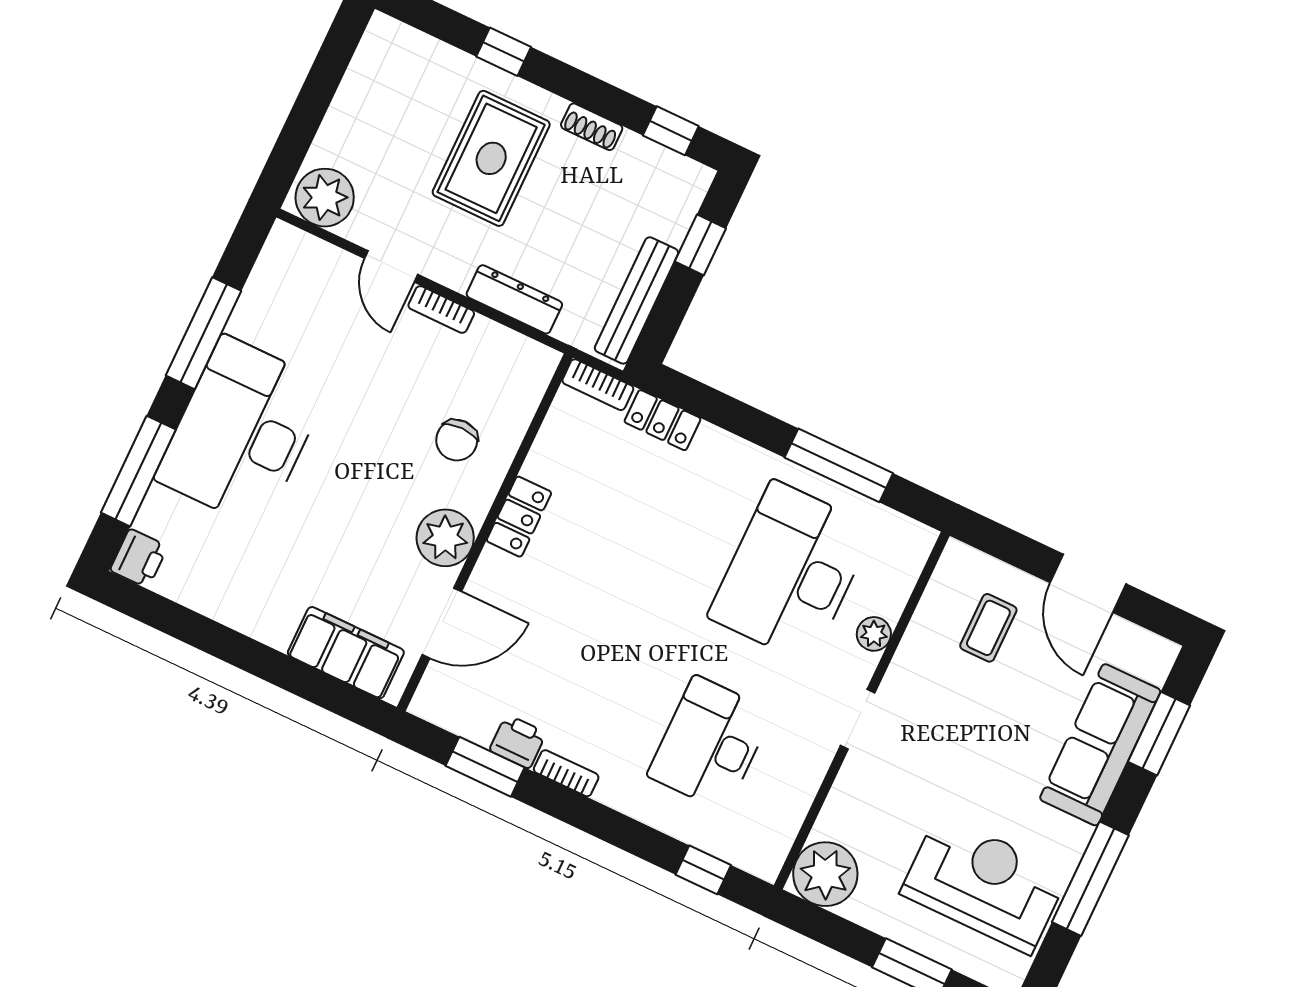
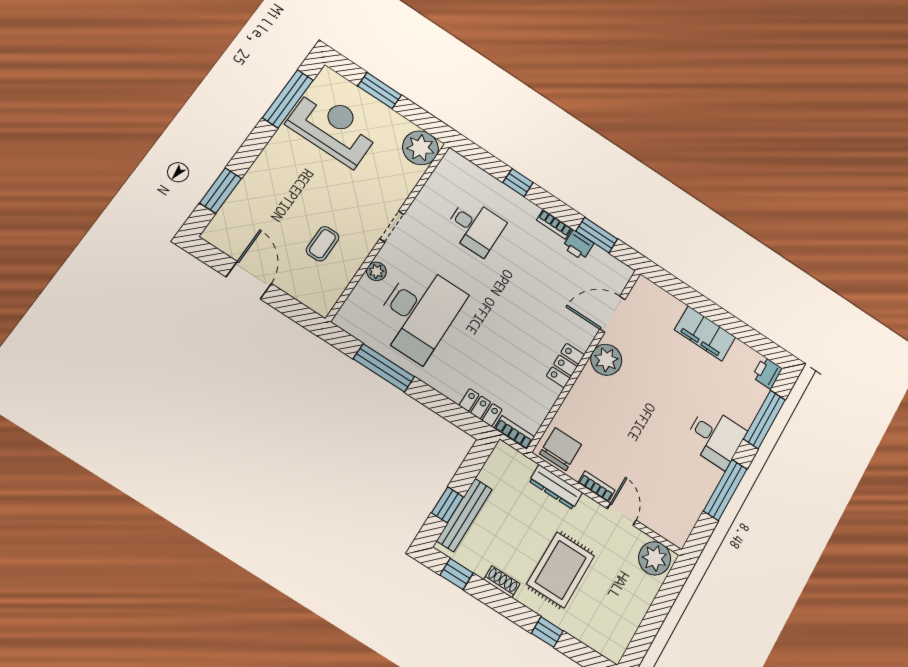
bench: (636, 300) -> (464, 515), moved
desk: (242, 432) -> (715, 437), width x0.53, depth x0.77
chair: (457, 440) -> (561, 449), moved, width x1.37, depth x1.37
coffee table: (988, 628) -> (323, 244), moved
filing cabinet: (346, 653) -> (705, 334), moved
desk: (710, 744) -> (475, 227), width x0.73
sofa: (1100, 745) -> (256, 190), removed
window: (703, 870) -> (518, 183), moved
window: (1090, 879) -> (288, 99), moved
reception desk: (984, 884) -> (333, 127), turned 180

